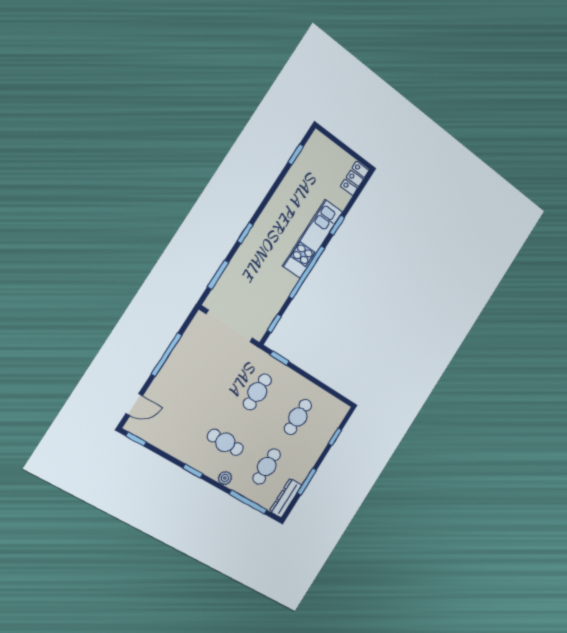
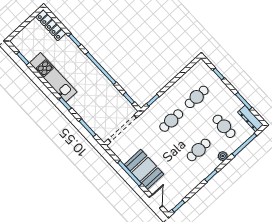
locker: (355, 178) -> (51, 25), width x1.53
kitchen unit: (313, 239) -> (53, 77), moved, turned 180
booth: (178, 374) -> (144, 169), added
cafe table: (257, 392) -> (171, 121), turned 90
cafe table: (298, 417) -> (197, 97), turned 90

